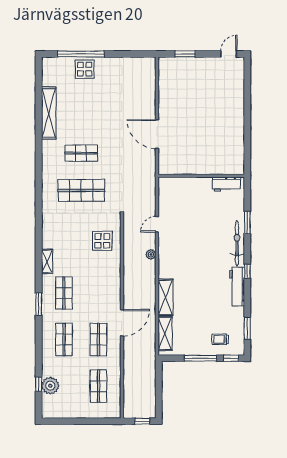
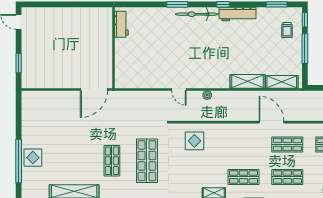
wall: (201, 176) -> (113, 48), moved
workbench: (226, 184) -> (121, 24), moved

